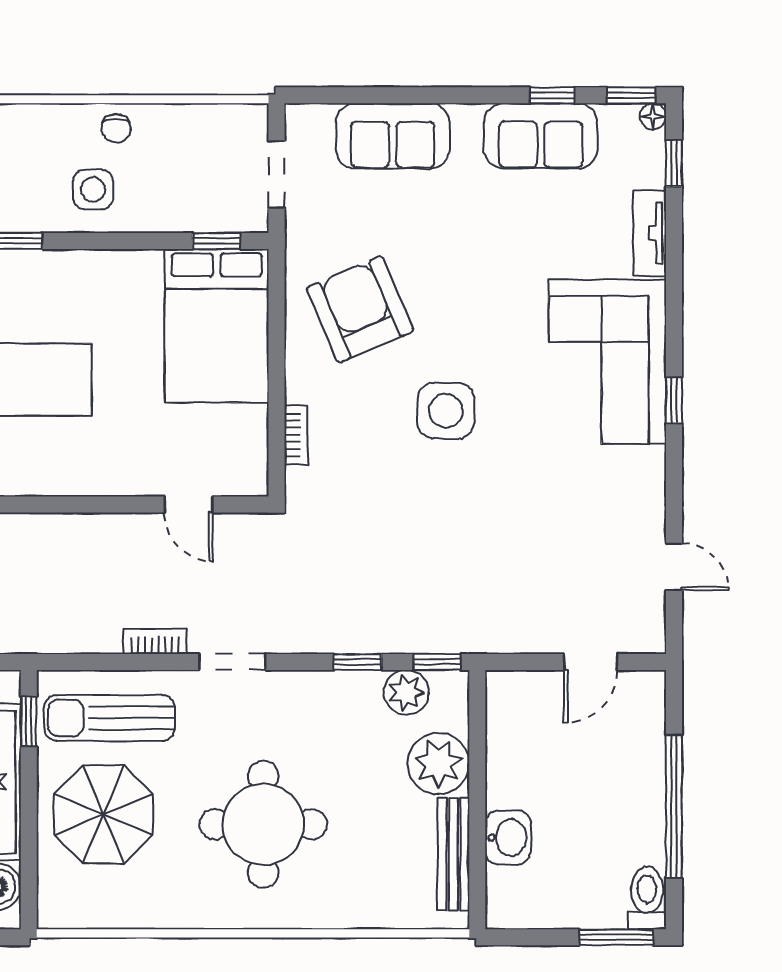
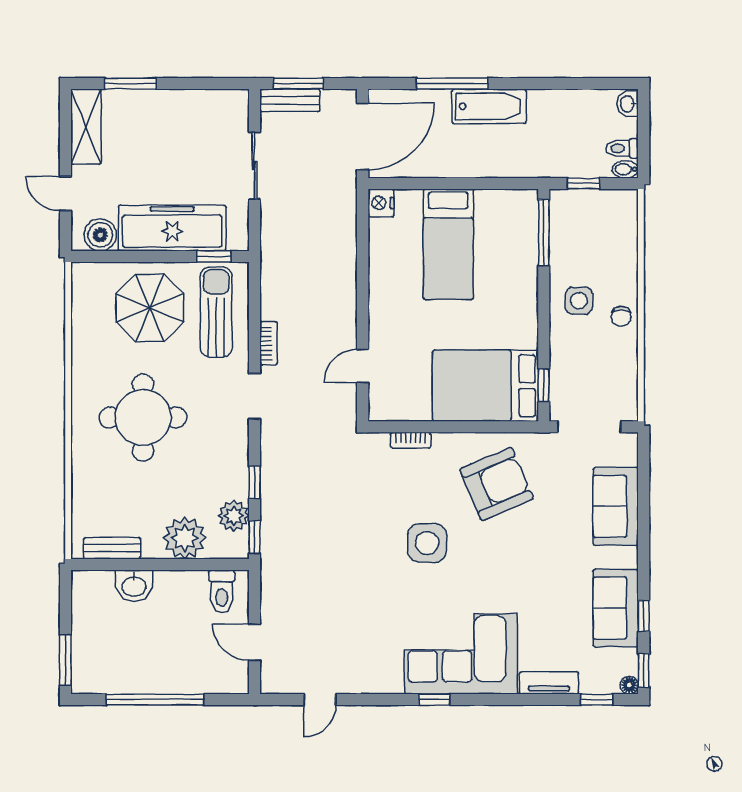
chair: (116, 128) -> (621, 316), turned -90
doorway: (277, 174) -> (589, 427), width x1.38
bench: (453, 854) -> (112, 548), width x0.73
toilet: (647, 898) -> (222, 591), moved, turned 90

